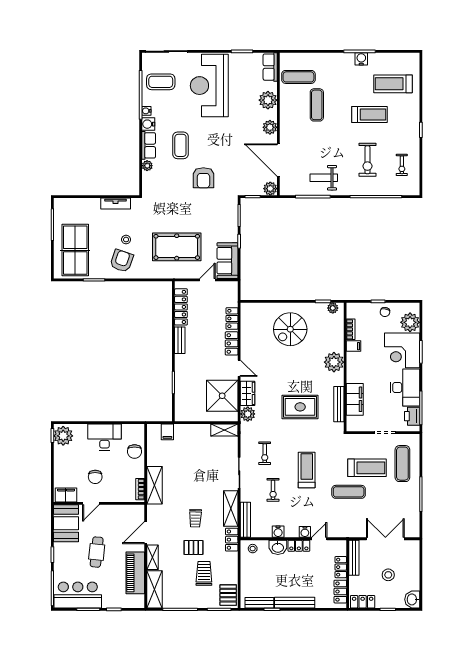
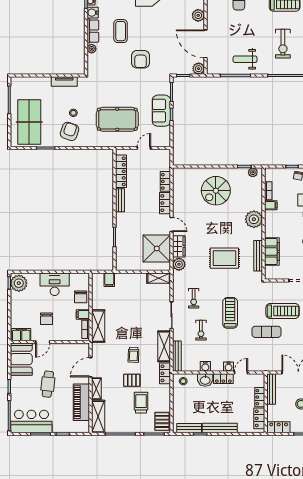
sofa: (227, 261) -> (161, 111), moved
filing cabinet: (137, 472) -> (83, 314), added

